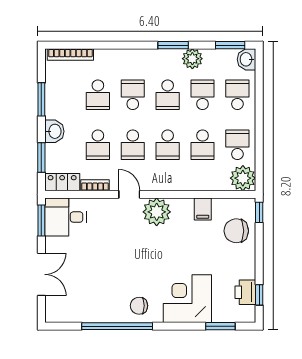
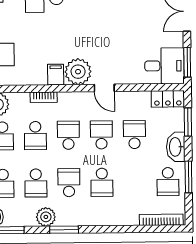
school desk: (98, 95) -> (168, 182), moved, turned 180
washbasin: (54, 131) -> (176, 147), width x1.38
school desk: (203, 145) -> (35, 136), turned 180
bookcase: (95, 185) -> (44, 97), moved
filing cabinet: (203, 209) -> (56, 75), moved

